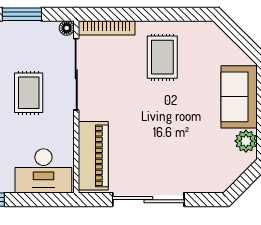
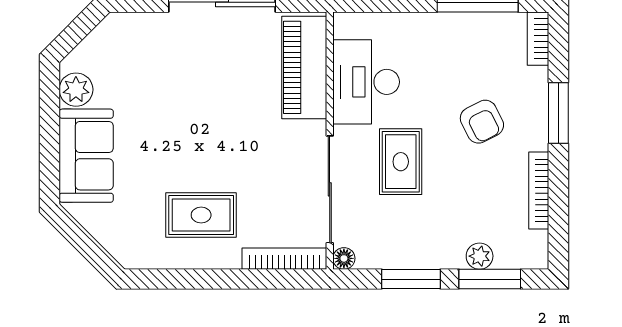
rug: (162, 57) -> (201, 215), turned 90
desk: (43, 171) -> (366, 82), moved, turned -90

